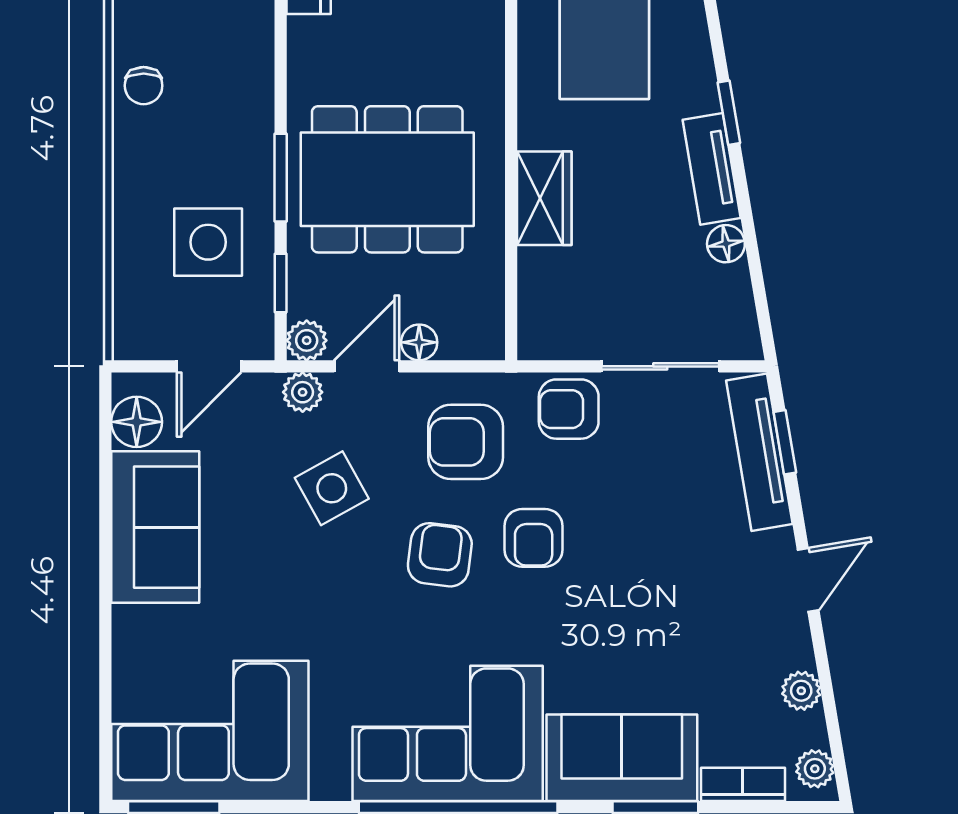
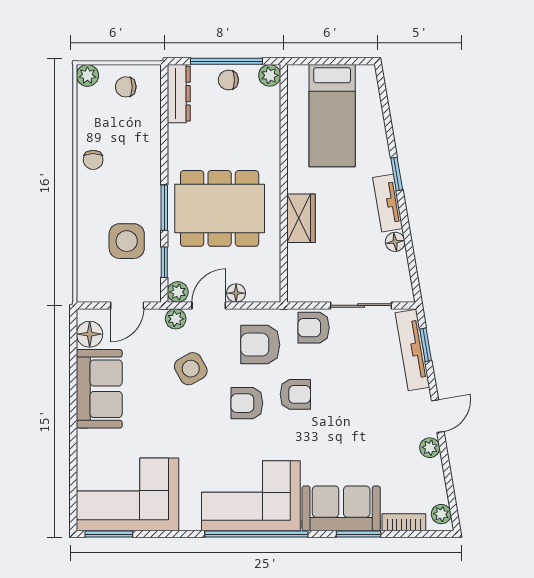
armchair: (534, 538) -> (295, 394), turned -90
armchair: (440, 555) -> (247, 403), turned -97
plant: (801, 691) -> (430, 448), moved

